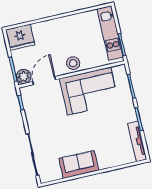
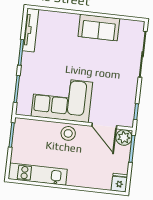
kitchen unit: (110, 33) -> (38, 174), moved, turned -90
fridge: (20, 37) -> (119, 183), width x0.53, depth x0.75
door: (44, 81) -> (104, 126), hinge flipped

